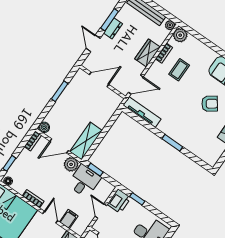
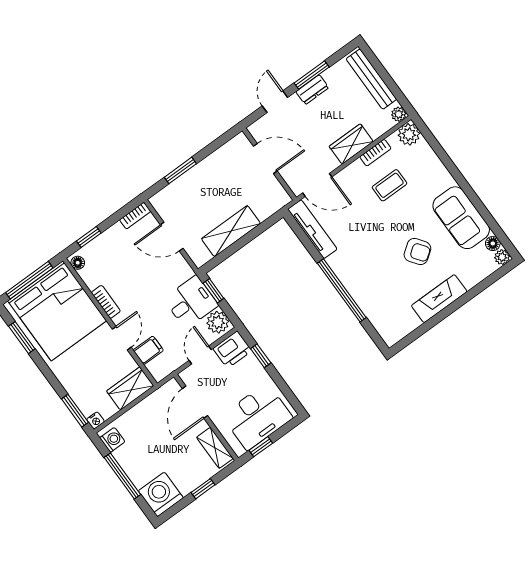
window: (60, 91) -> (180, 170), moved
boiler: (44, 127) -> (159, 201), removed
shelving: (86, 141) -> (231, 231), moved
window: (172, 143) -> (342, 290), width x2.11
plant: (71, 164) -> (218, 322), moved

